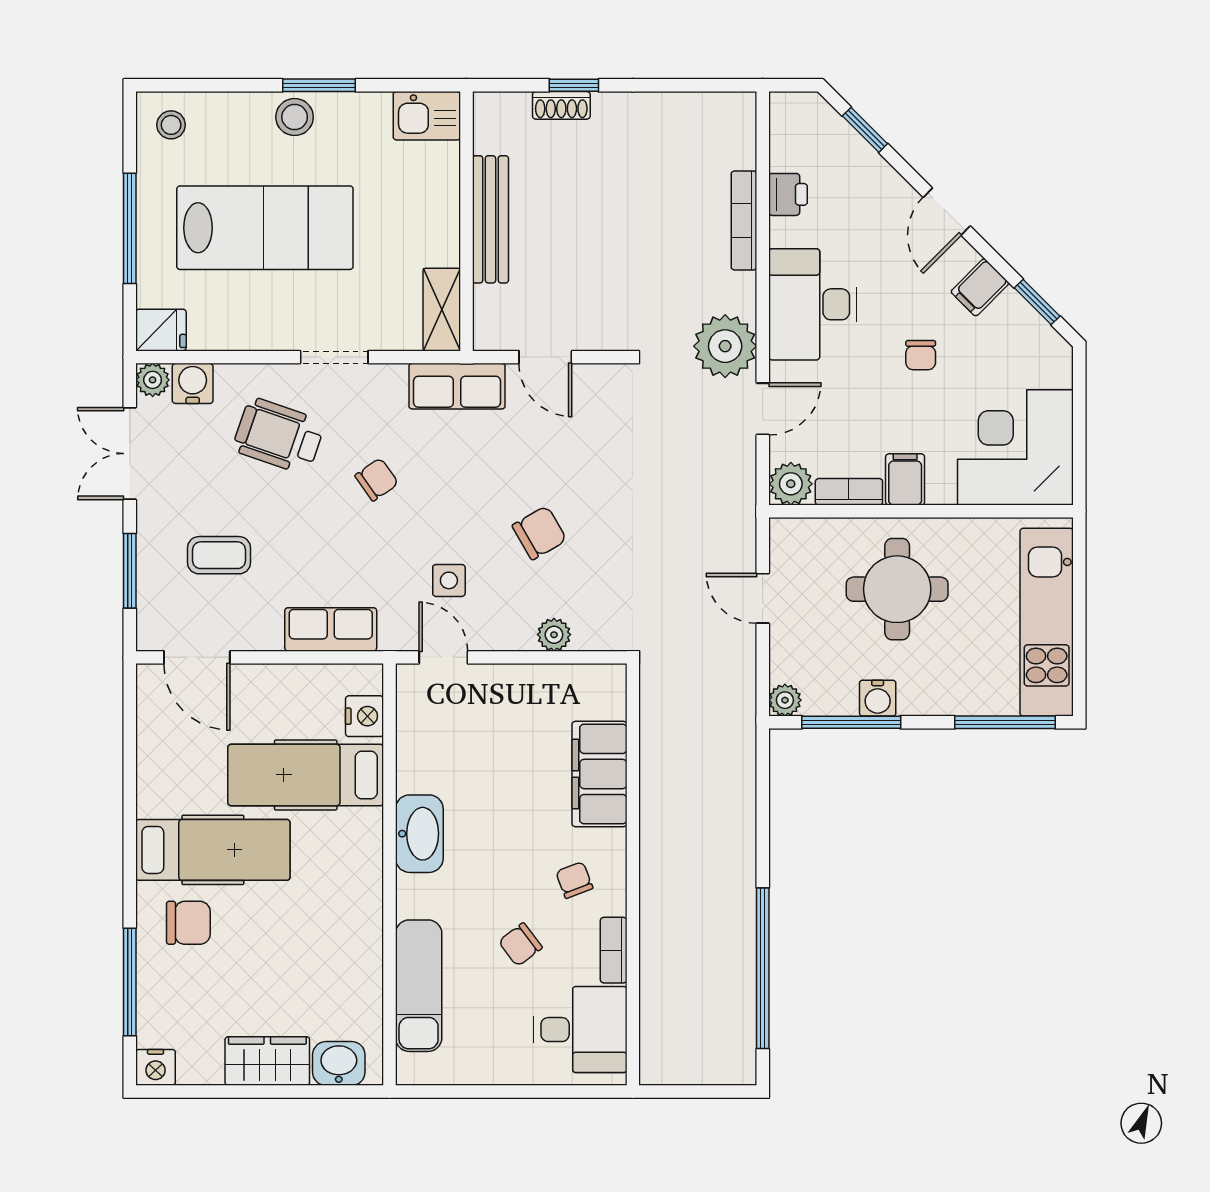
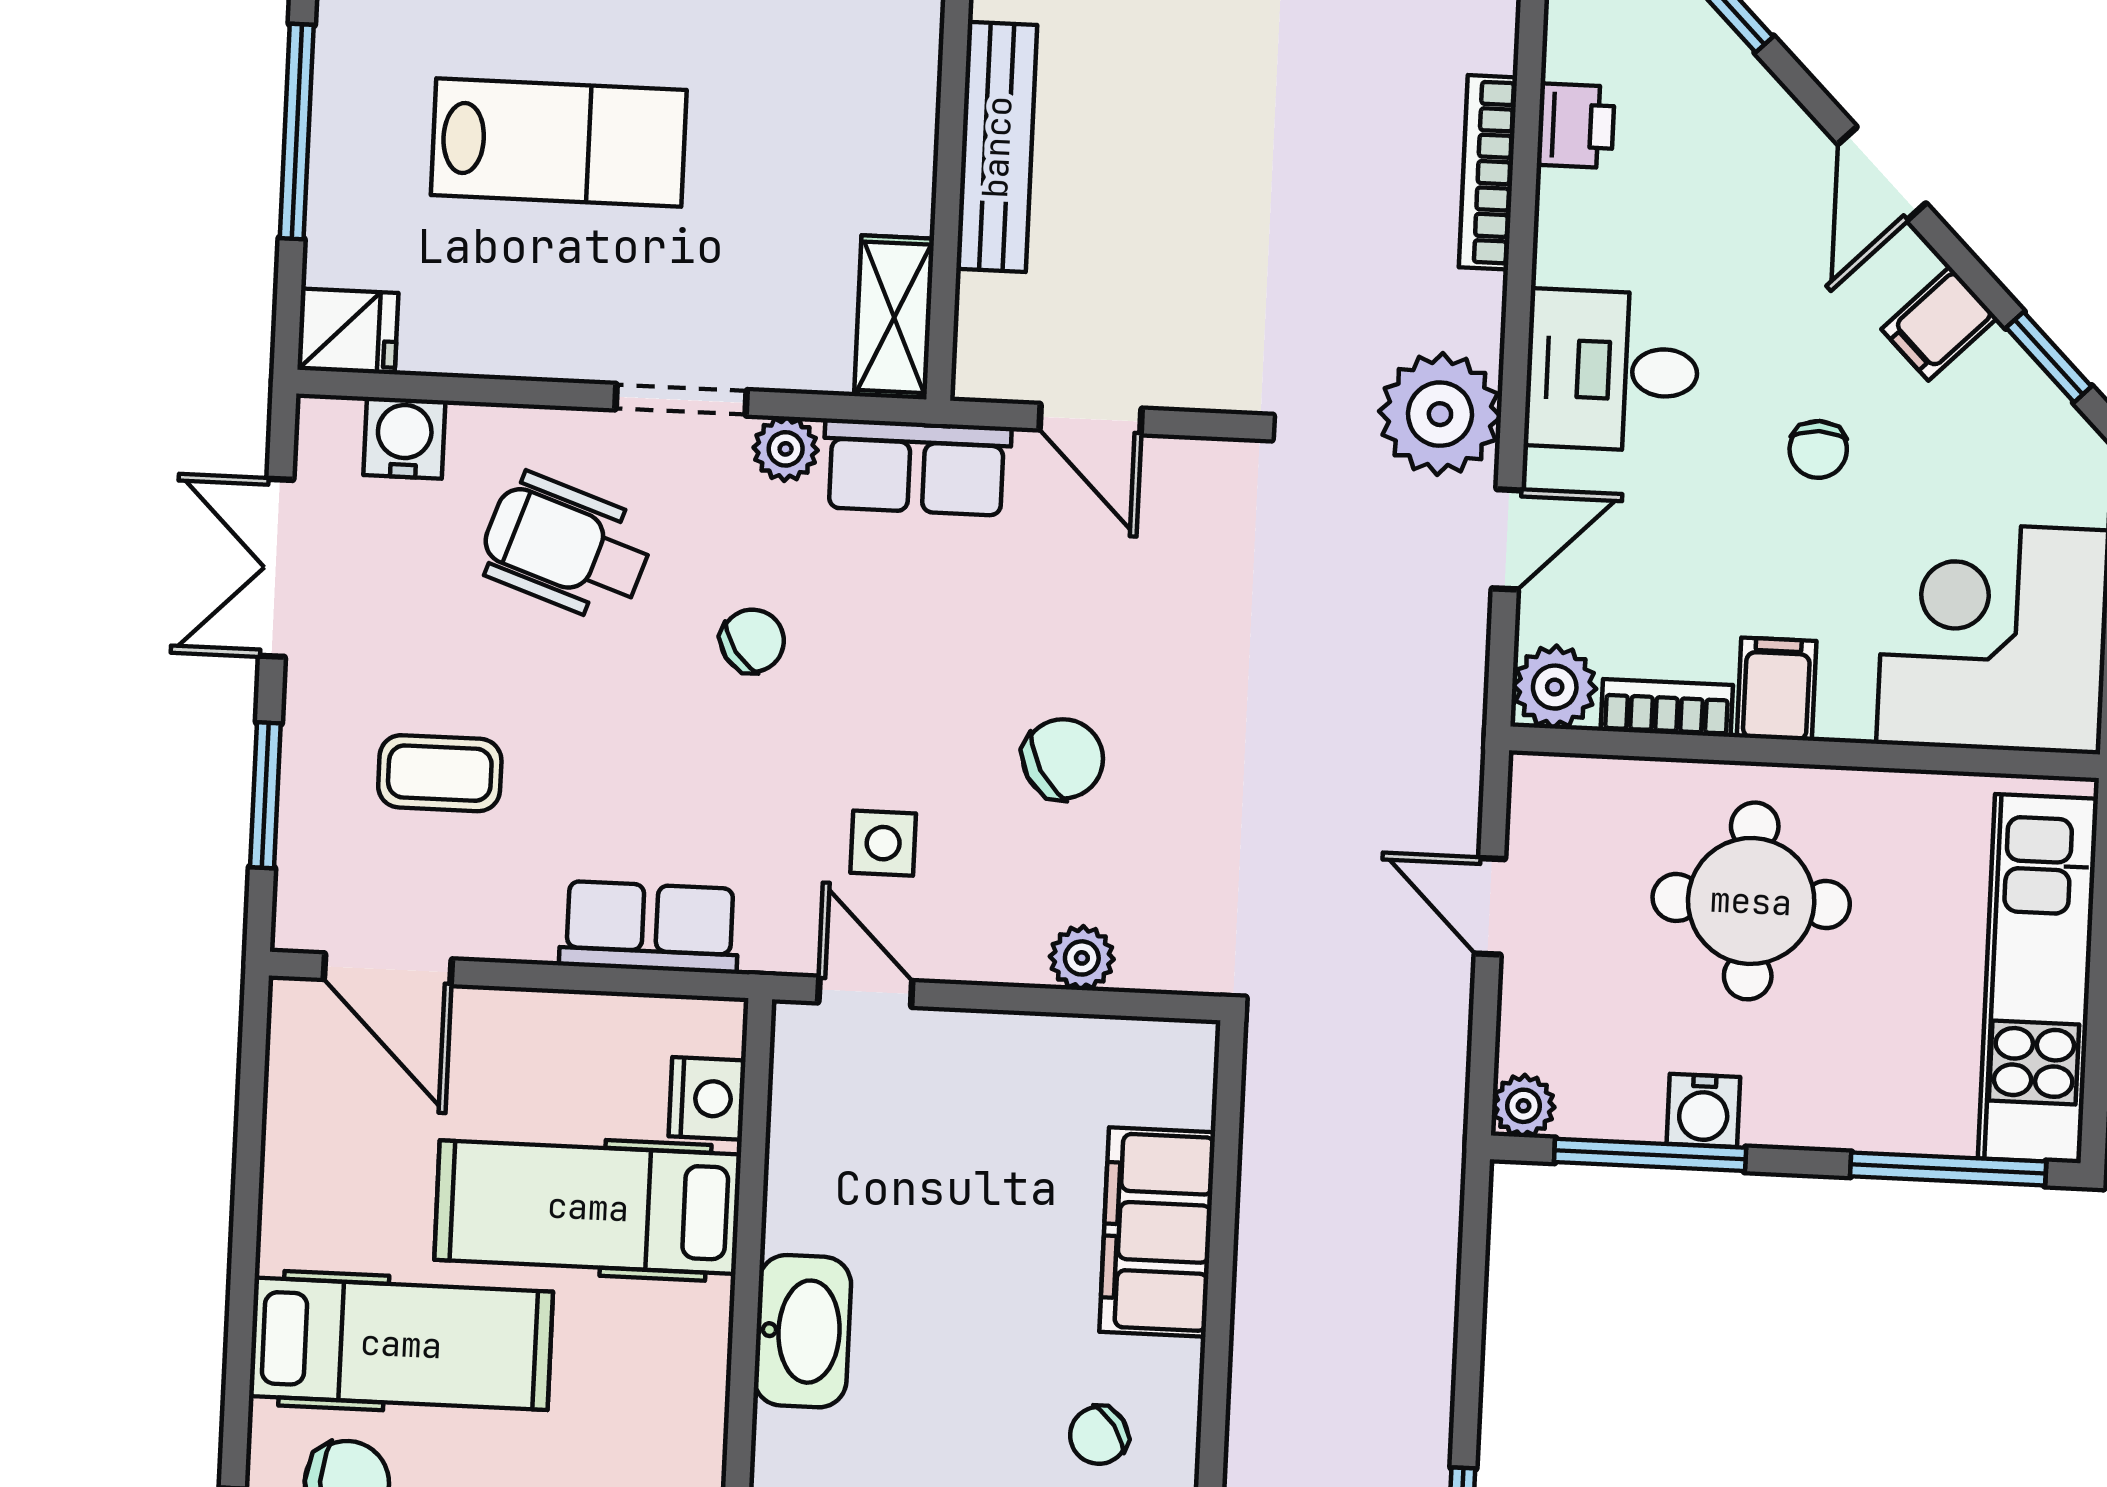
lab bench: (265, 228) -> (559, 142), width x0.73, depth x0.72
desk: (813, 304) -> (1612, 370), width x0.73
plant: (153, 380) -> (786, 449), moved
chair: (574, 880) -> (1099, 1435), turned -104

